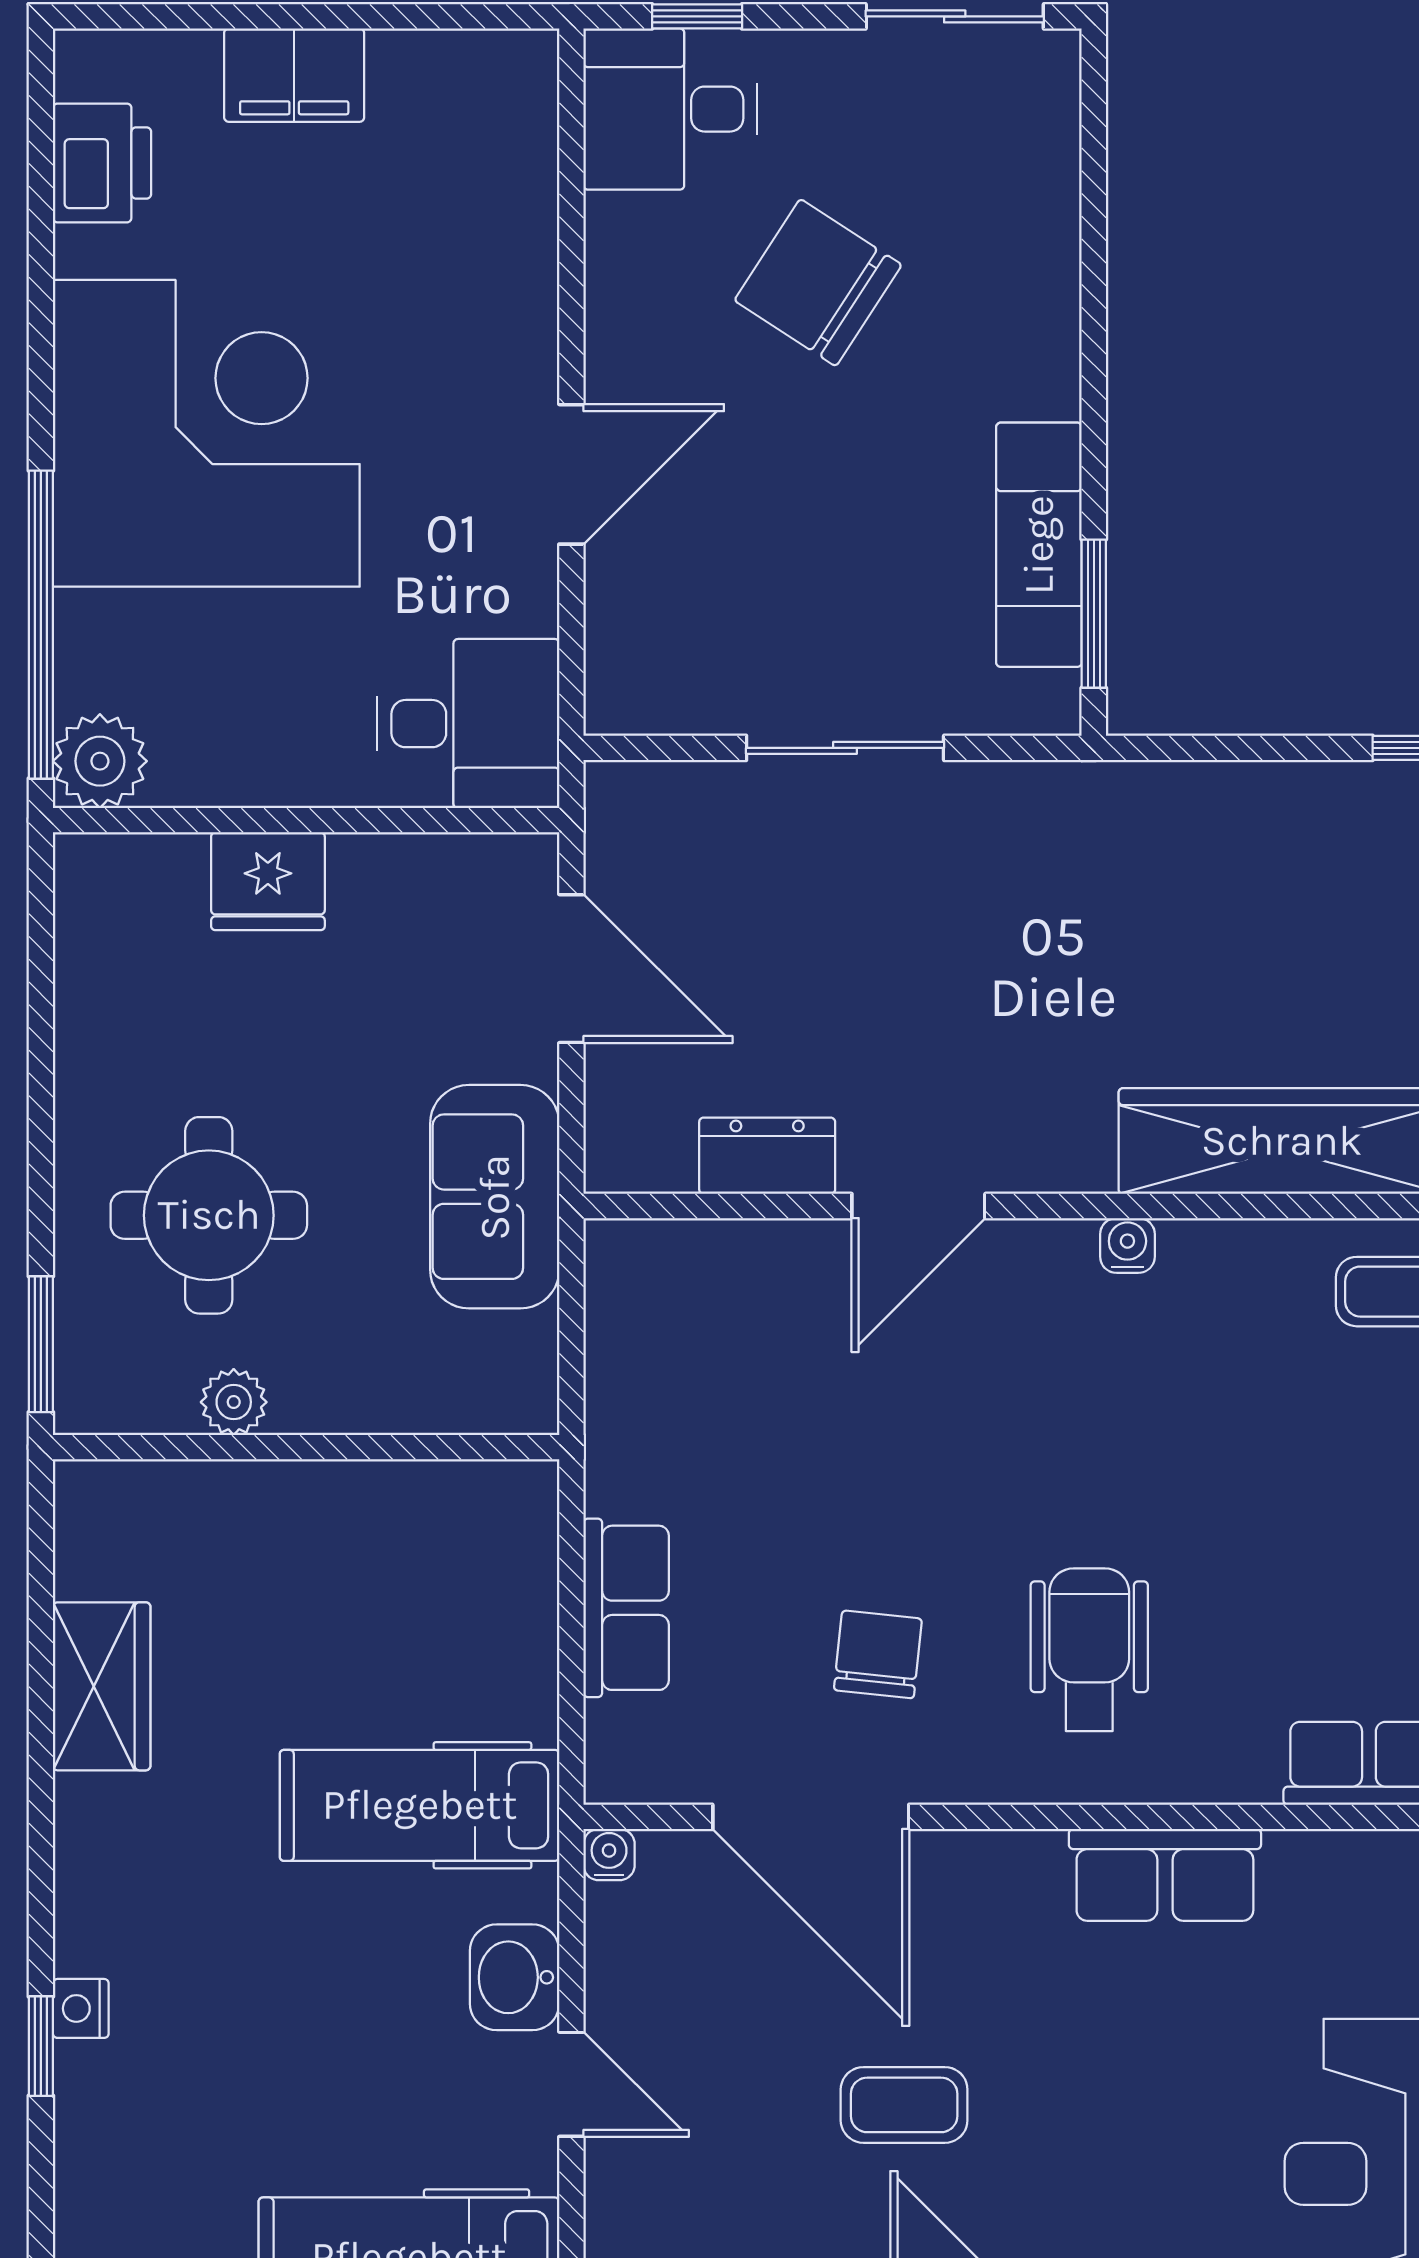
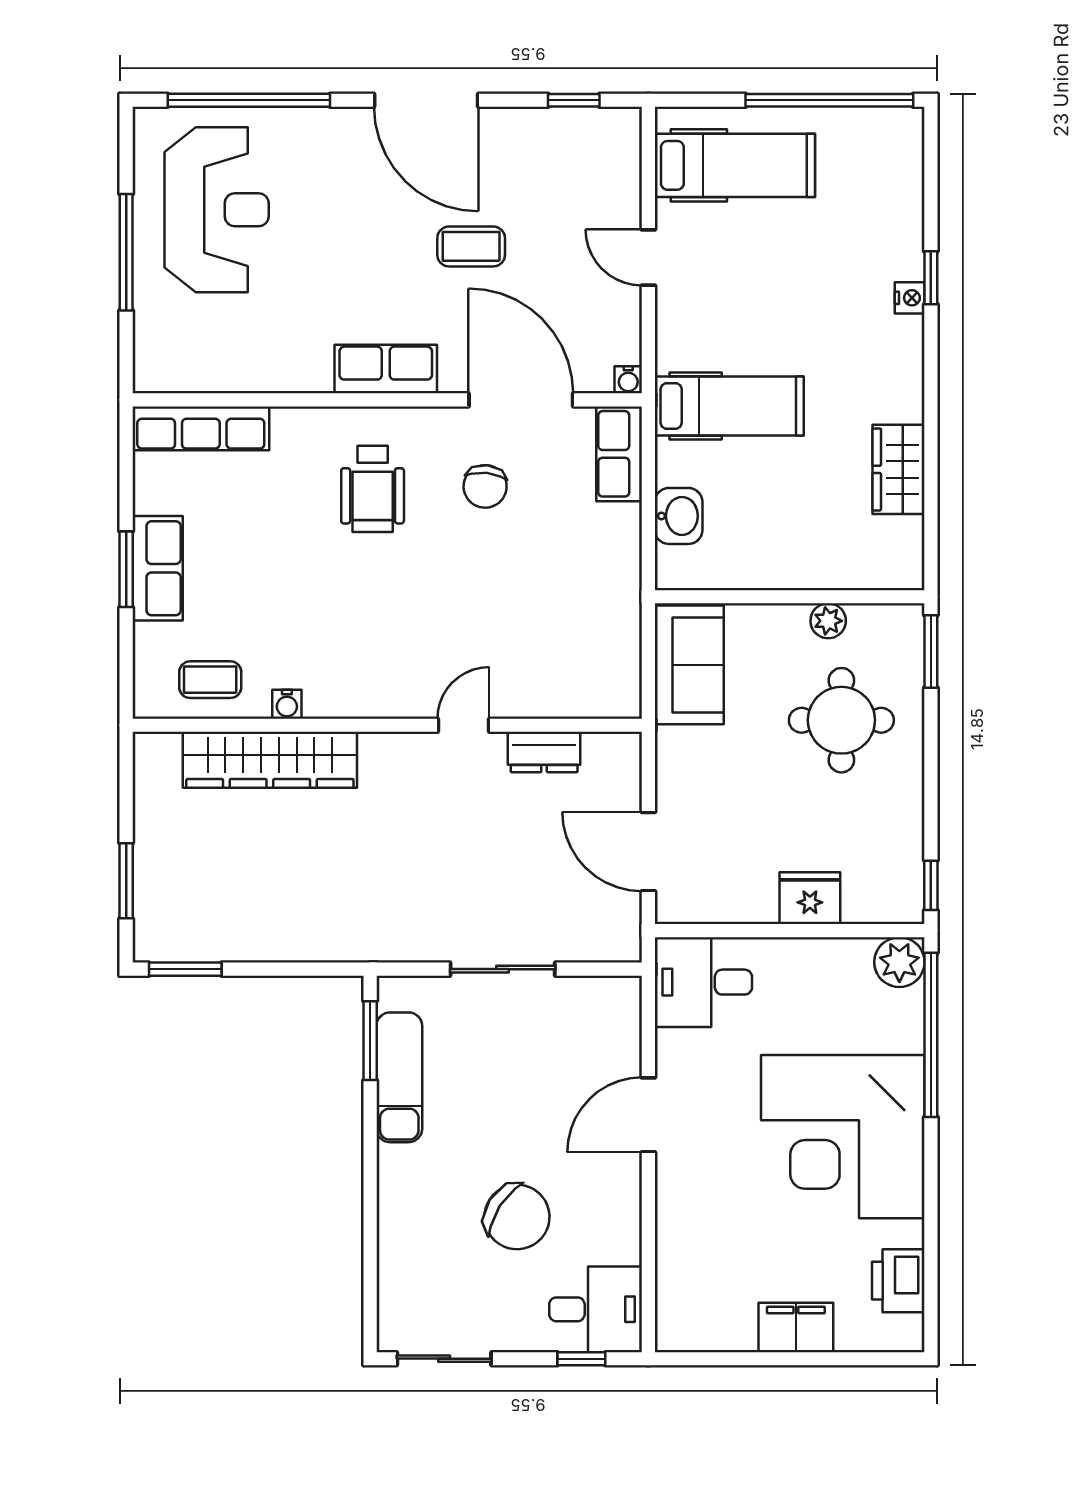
window: (41, 905) -> (931, 885), added
sofa: (495, 1197) -> (689, 665), moved
door: (918, 1206) -> (463, 725), width x0.73
water cooler: (1127, 1245) -> (287, 704), moved
row of seats: (626, 1608) -> (619, 454), moved
row of seats: (1165, 1875) -> (386, 369), moved
washbasin: (515, 1977) -> (679, 516), moved

